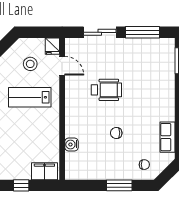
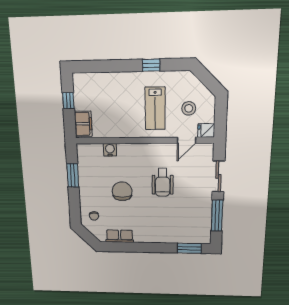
lab bench: (30, 97) -> (155, 108), turned 180
chair: (116, 133) -> (122, 191), width x1.87, depth x1.87
window: (119, 185) -> (73, 175), moved

